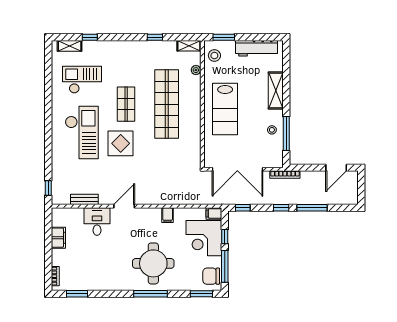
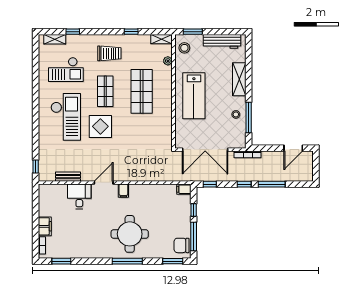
trolley: (131, 62) -> (109, 53), added
checkout: (82, 80) -> (66, 69), turned 180
shop shelf: (167, 104) -> (142, 91), width x0.71
filing cabinet: (168, 215) -> (123, 191), moved
filing cabinet: (58, 238) -> (45, 226), moved
corner desk: (204, 238) -> (175, 211), removed

